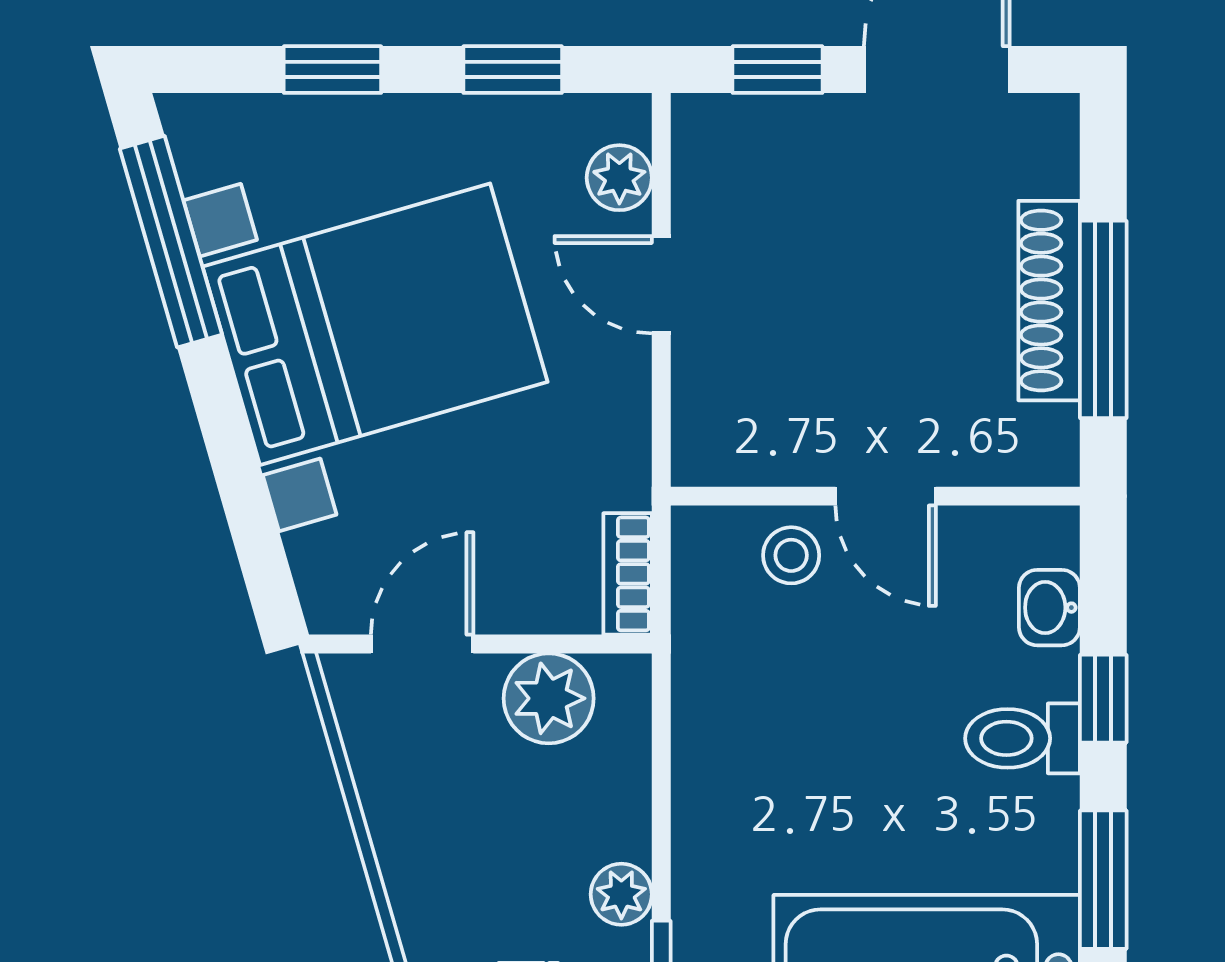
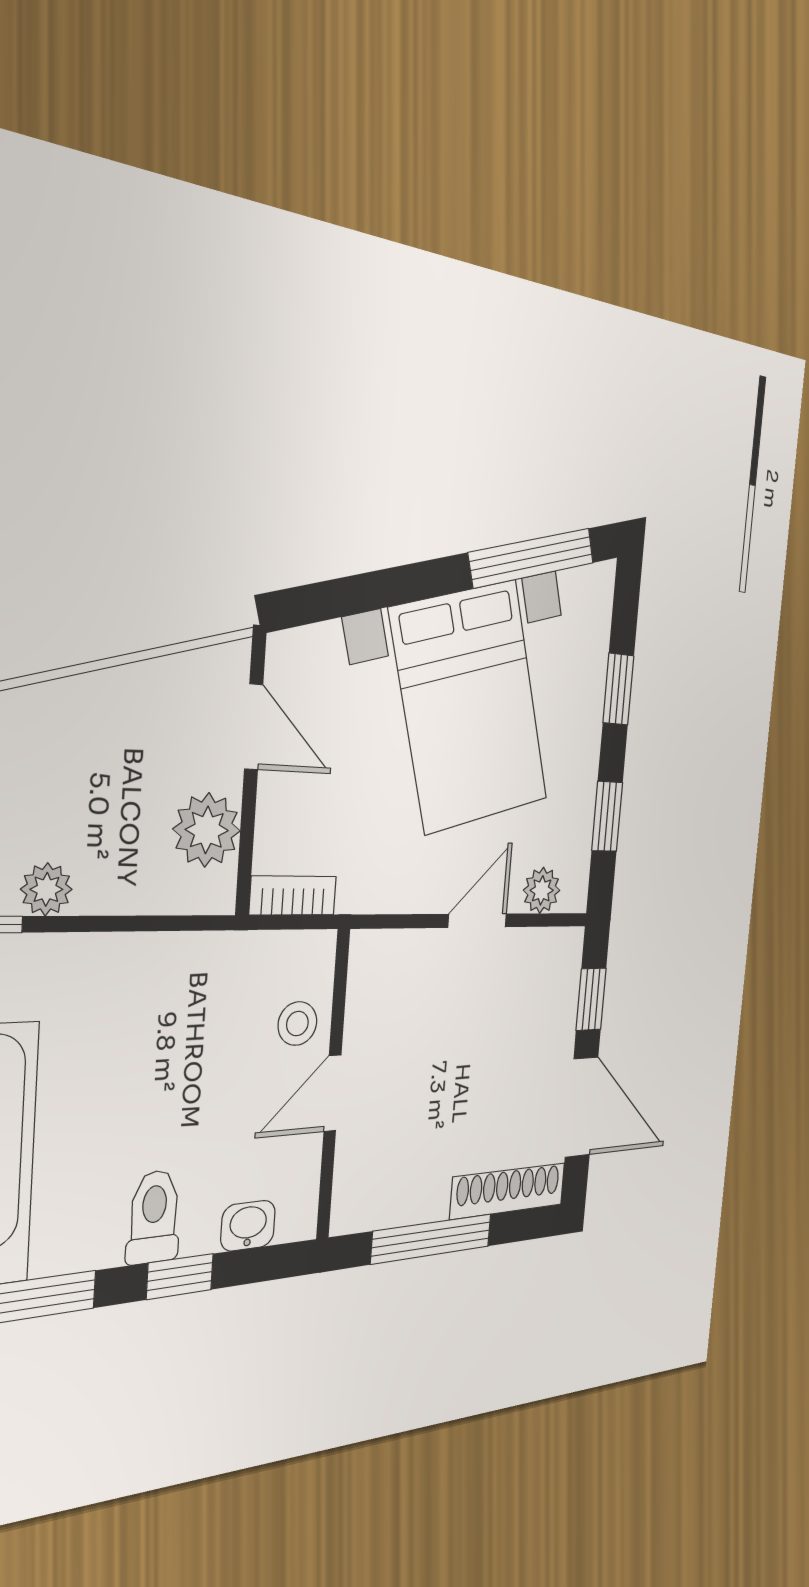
shoe rack: (1049, 301) -> (508, 1191), moved

